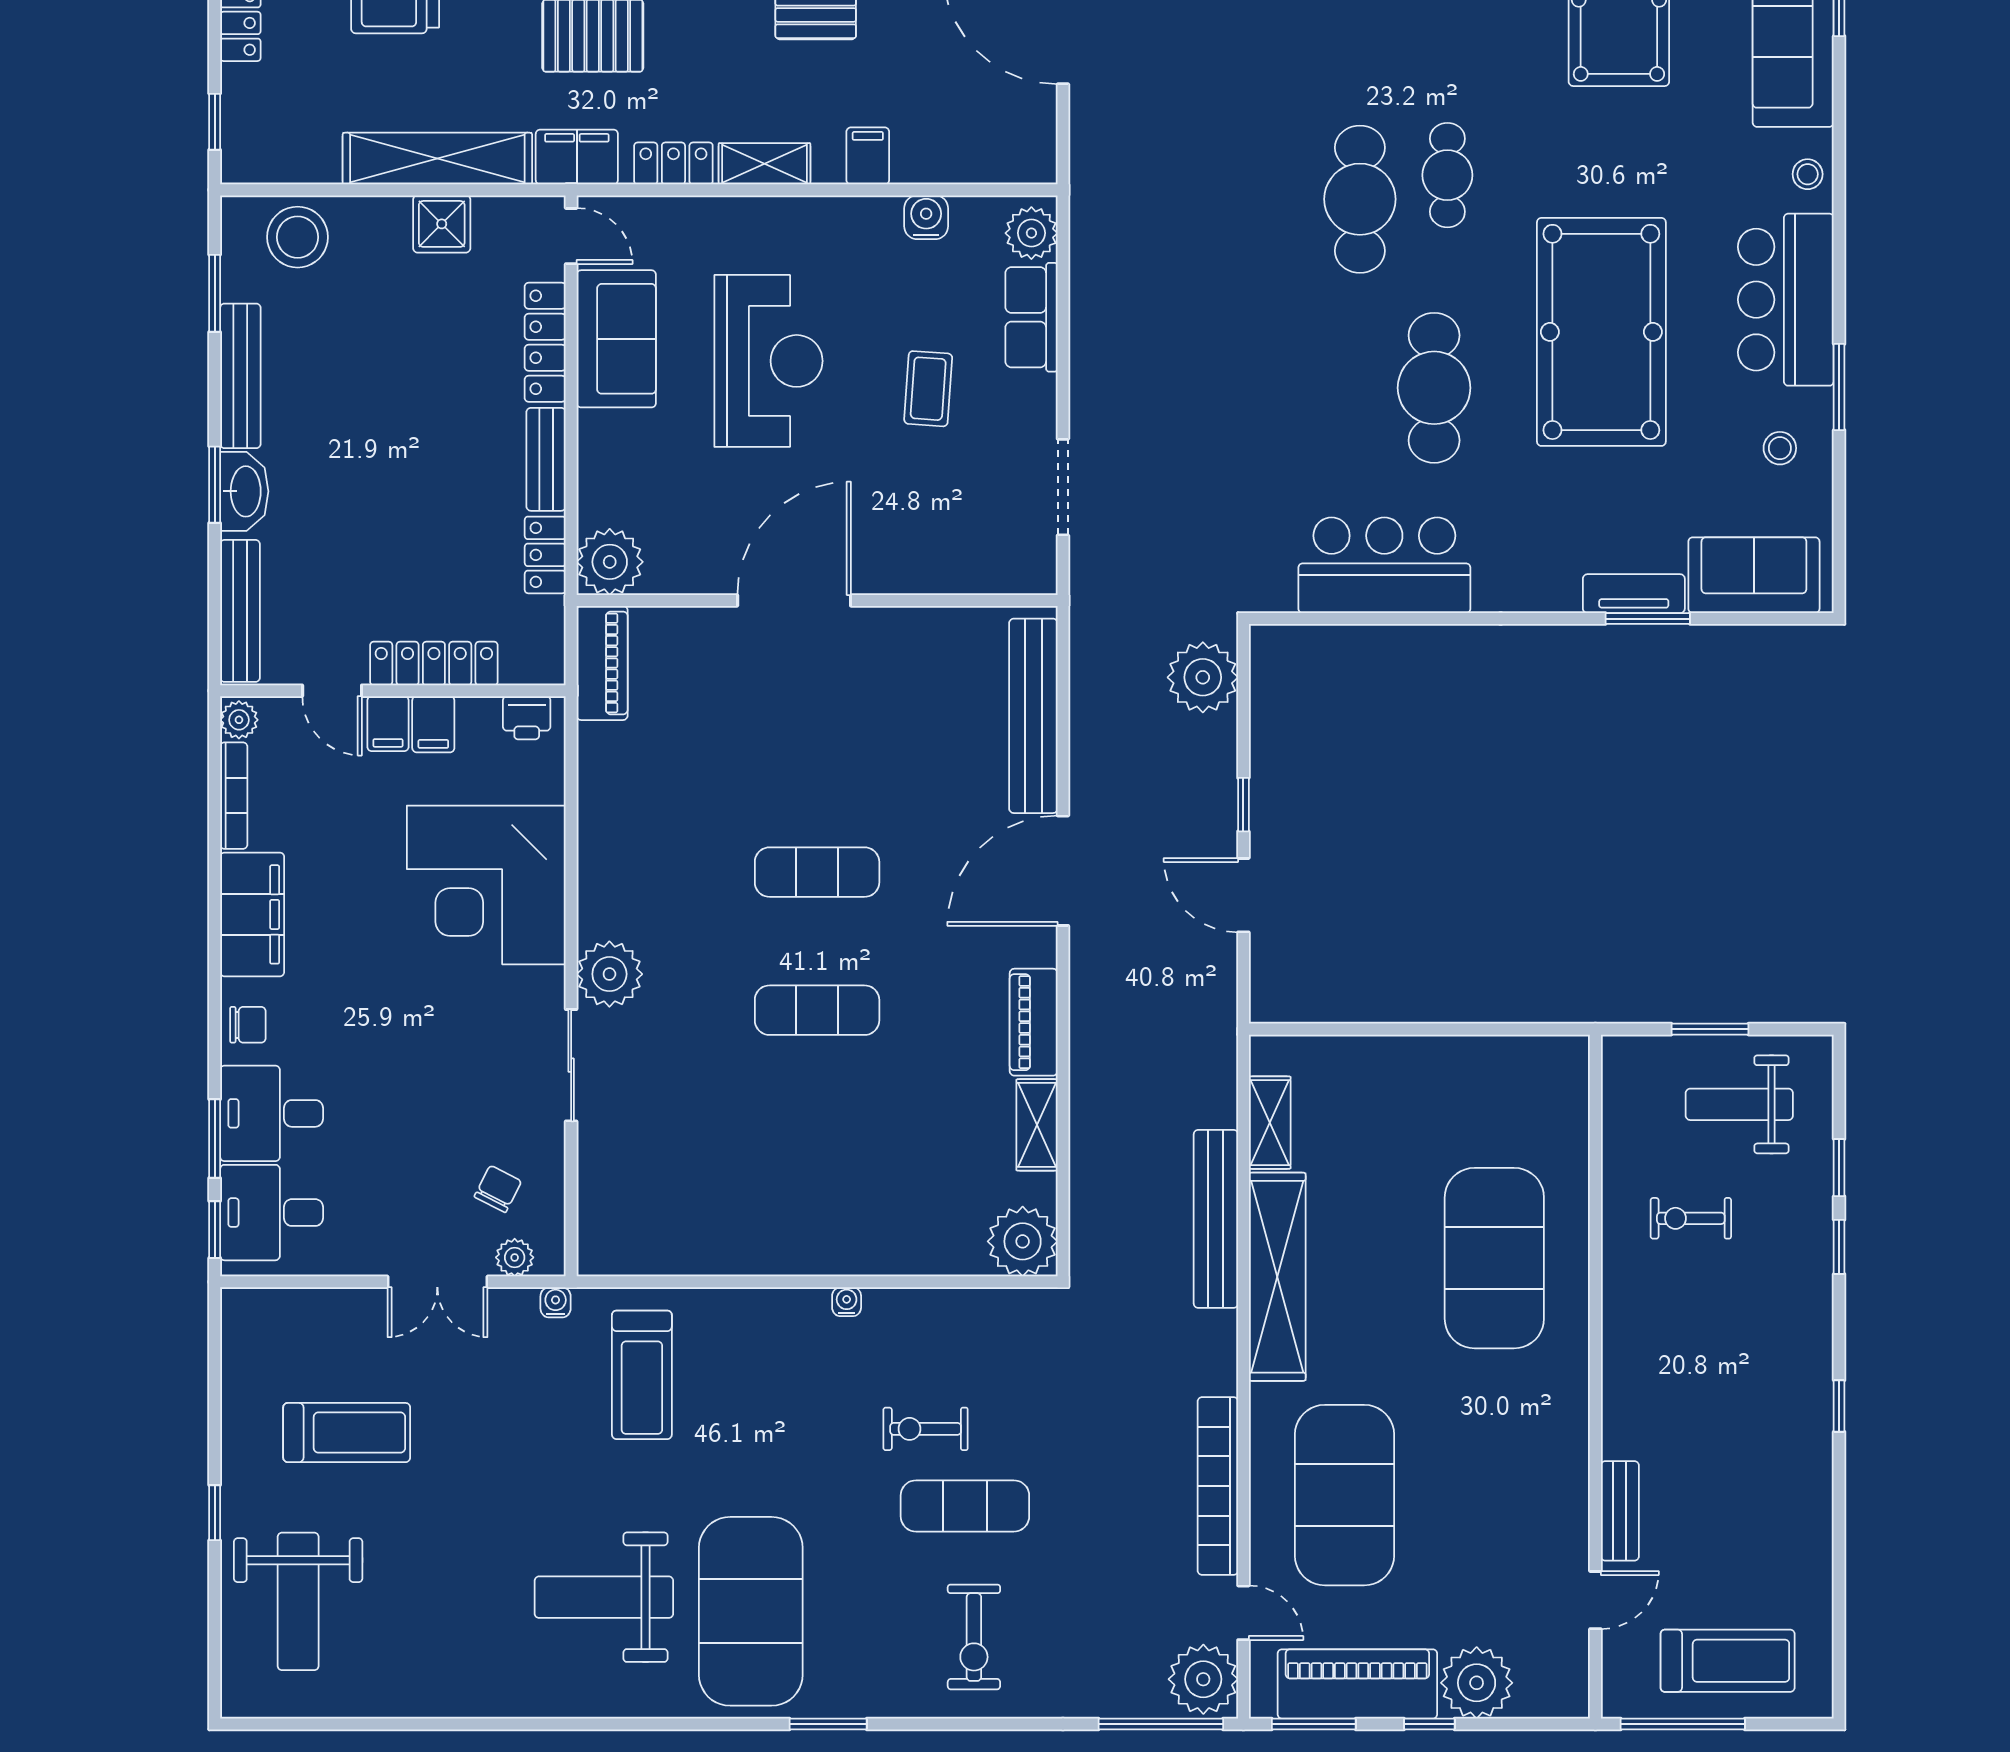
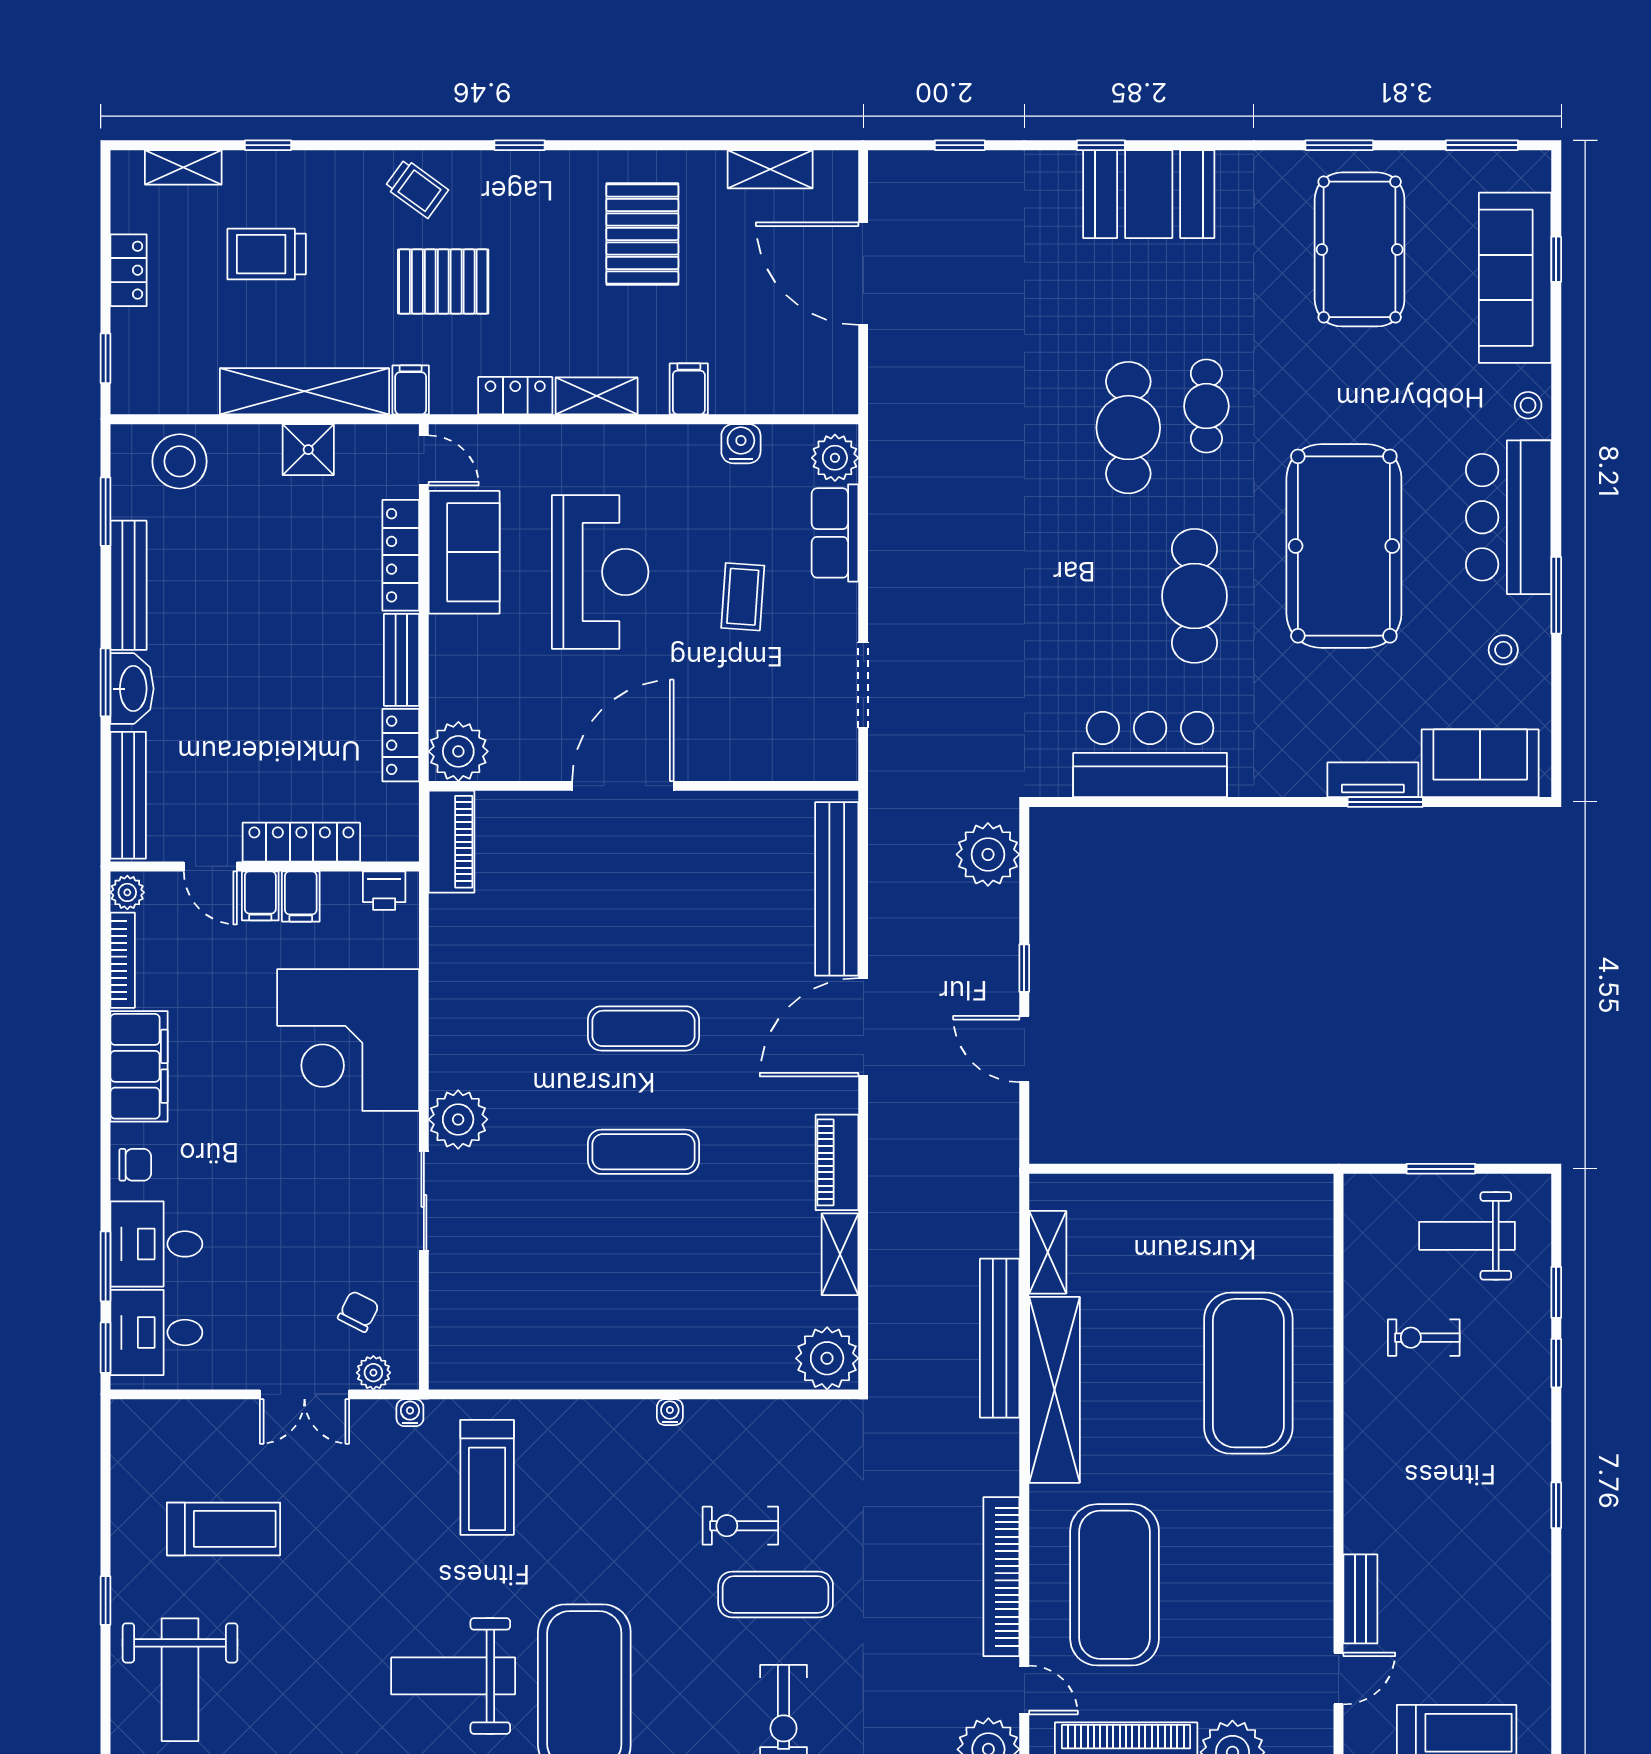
filing cabinet: (577, 157) -> (411, 390), width x0.50

